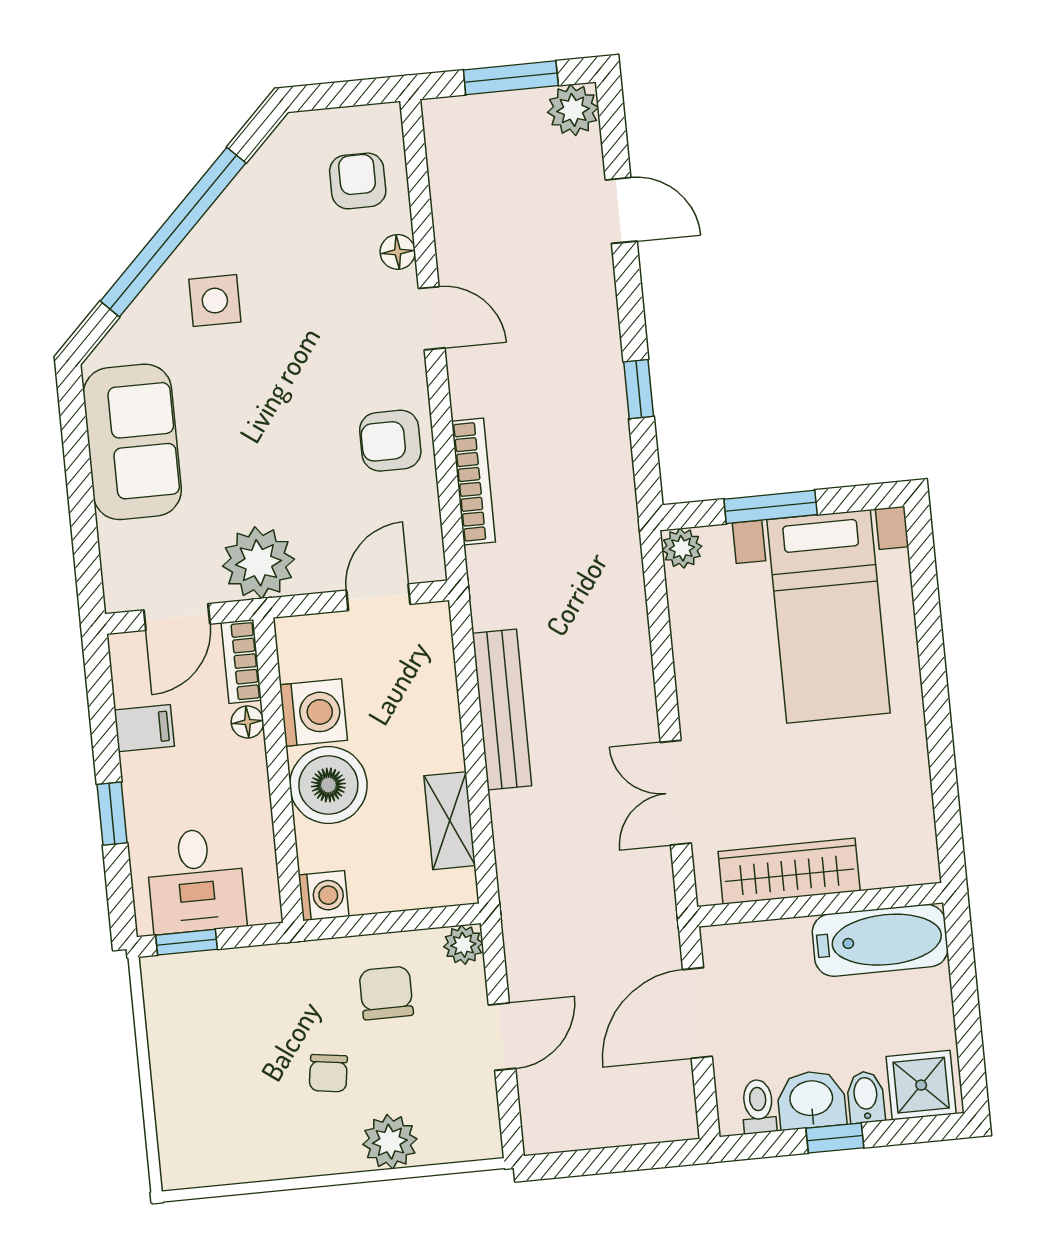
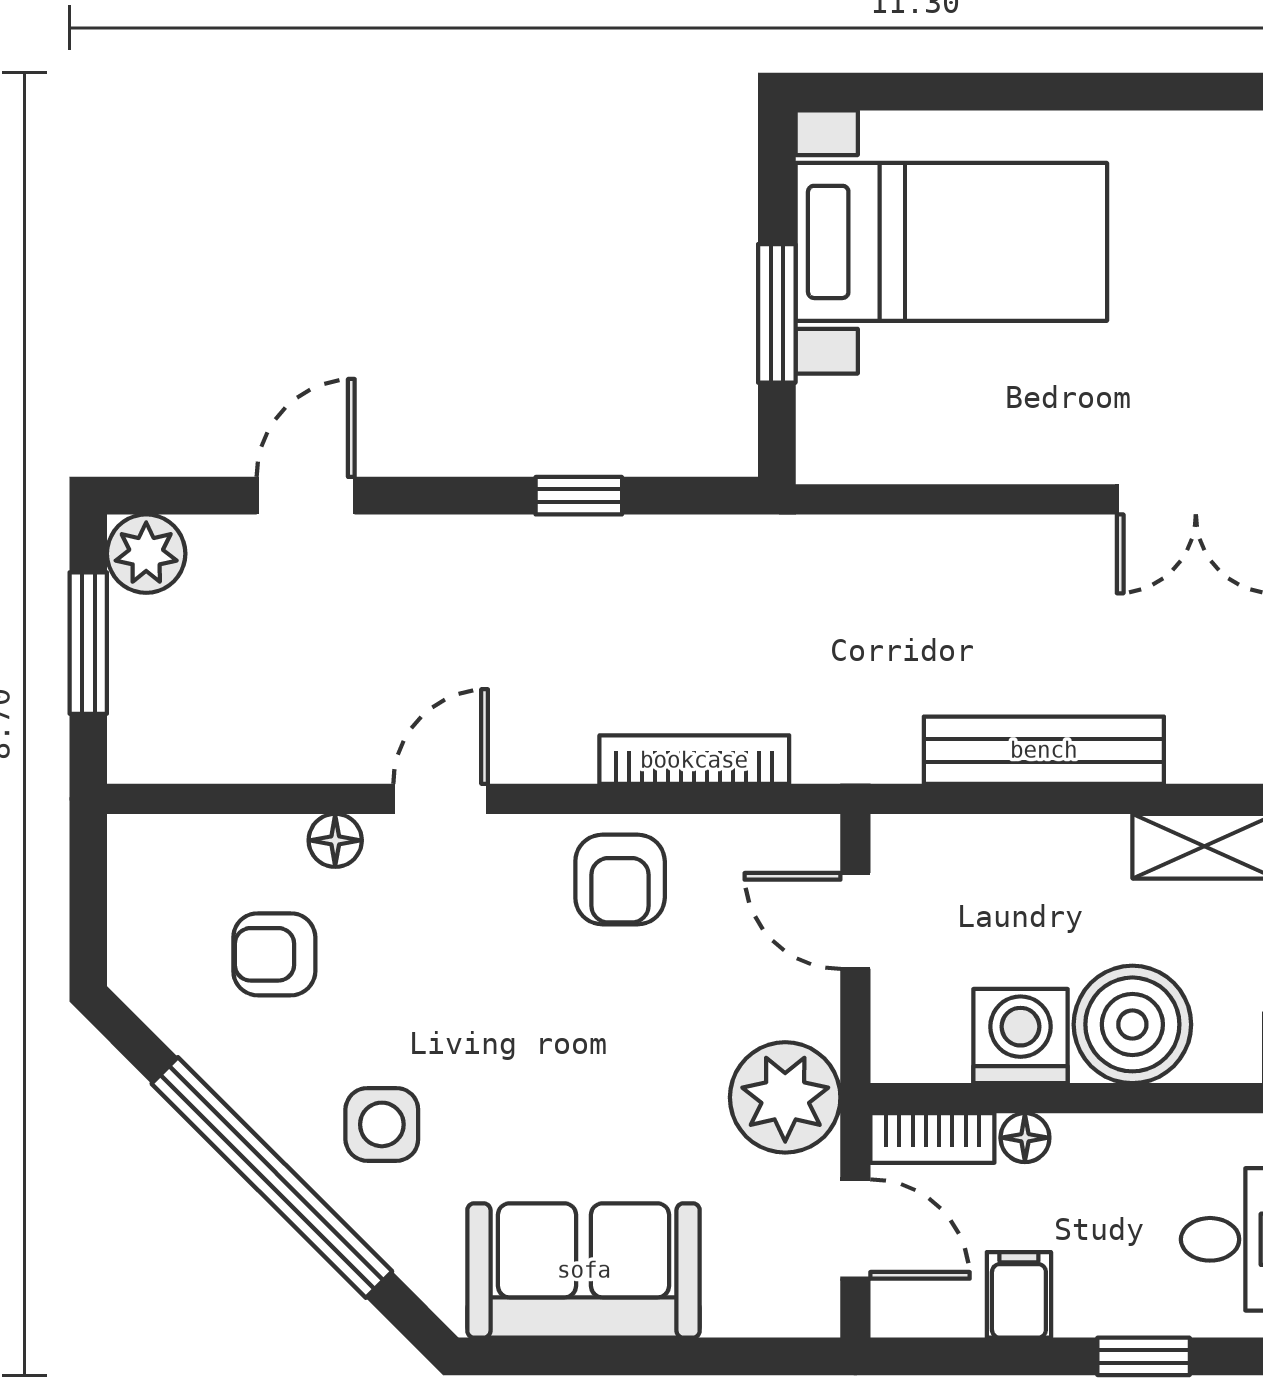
armchair: (358, 181) -> (274, 954), moved
plant: (682, 548) -> (826, 454), removed

